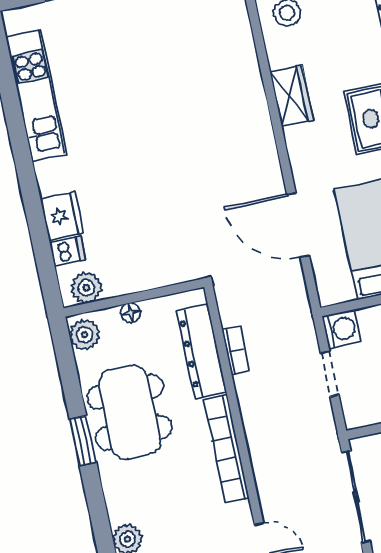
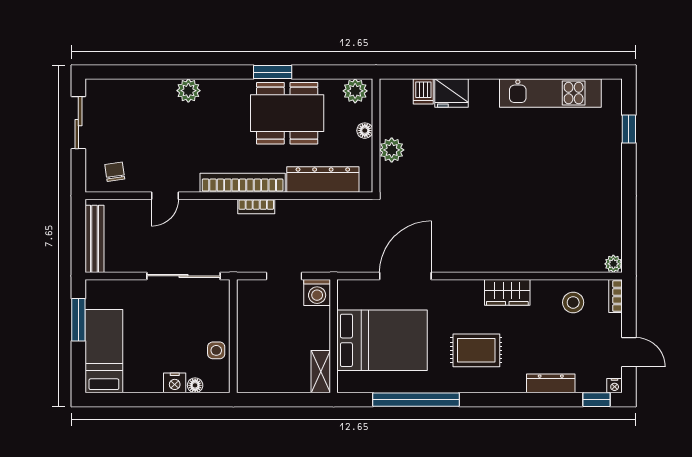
plant: (86, 288) -> (392, 150), moved
bookcase: (236, 350) -> (256, 206), moved

